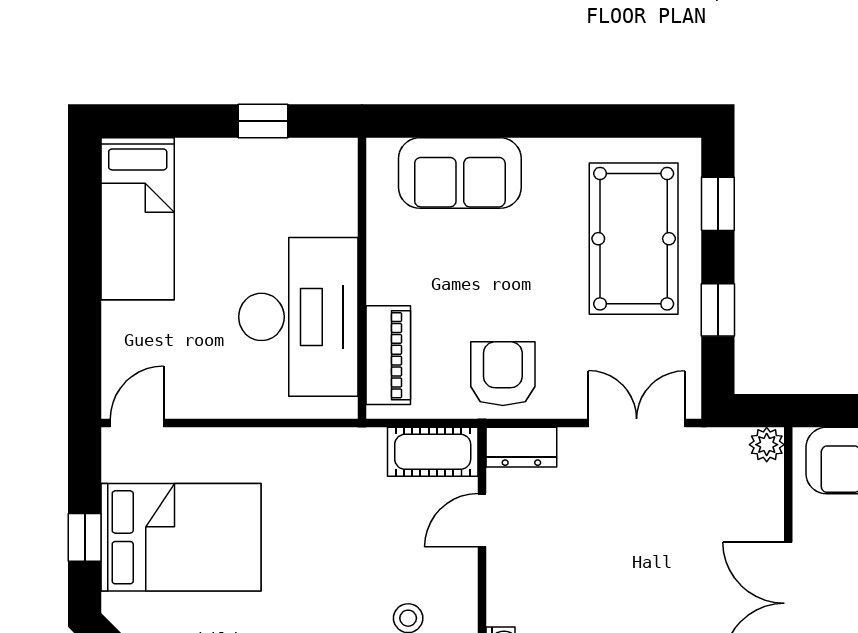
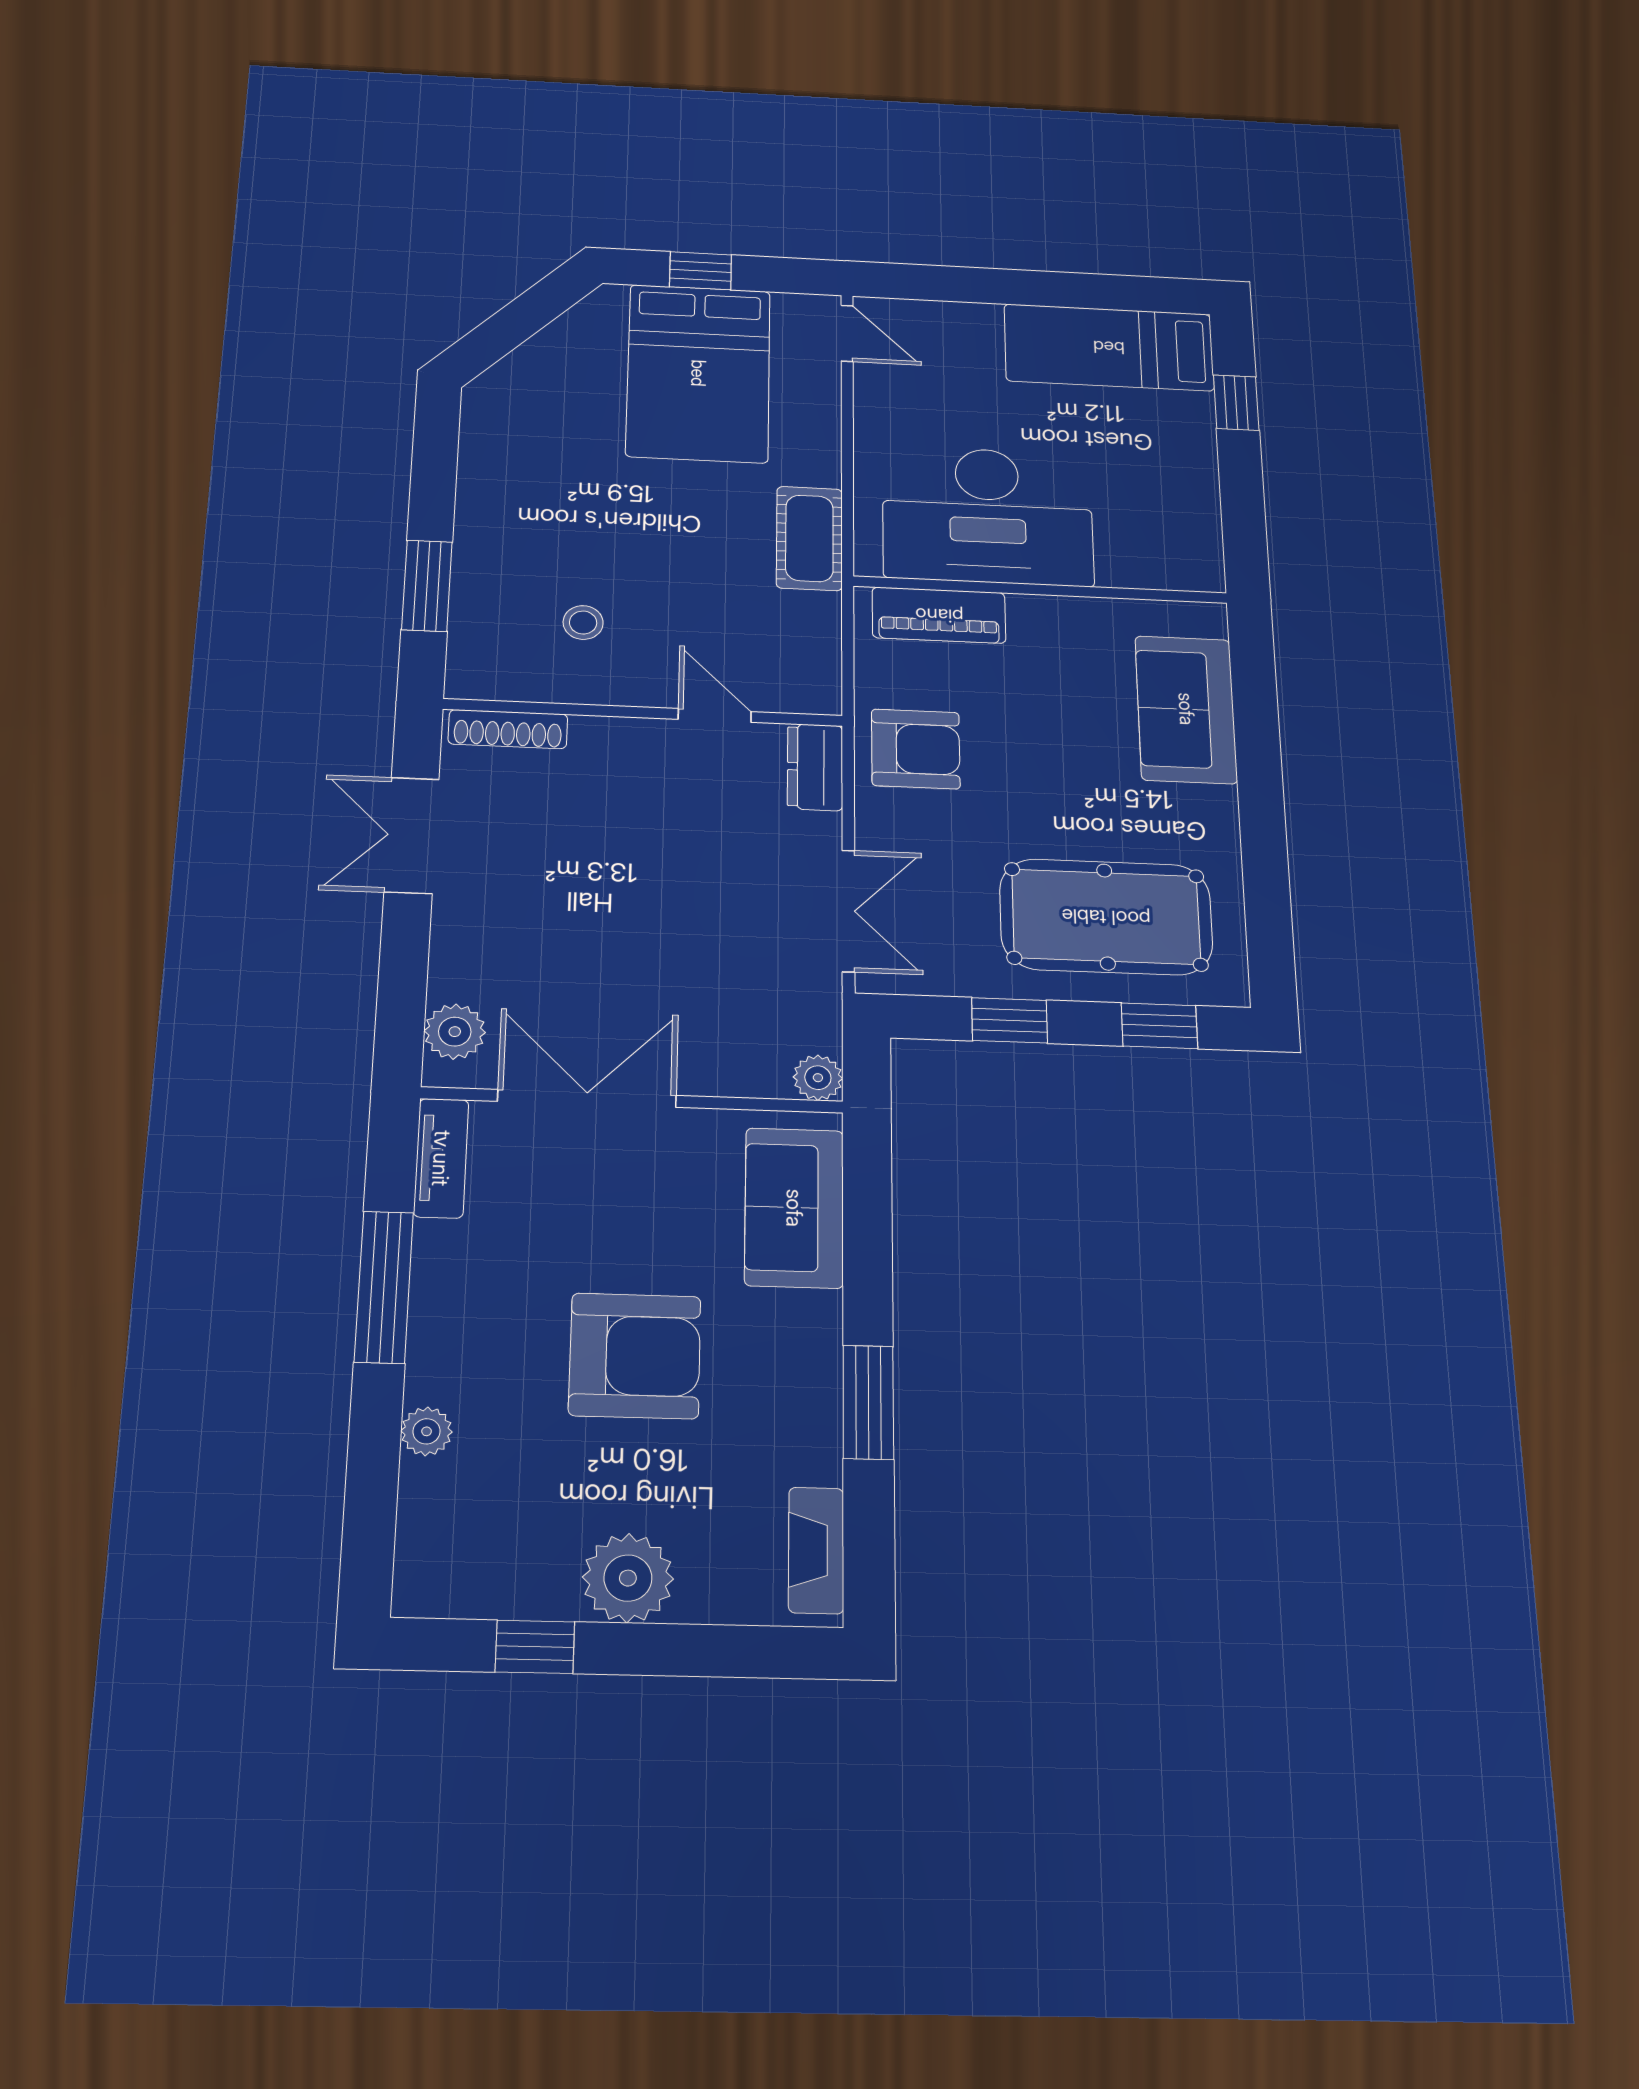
window: (263, 121) -> (1236, 403), moved
cot: (433, 452) -> (809, 538), moved

